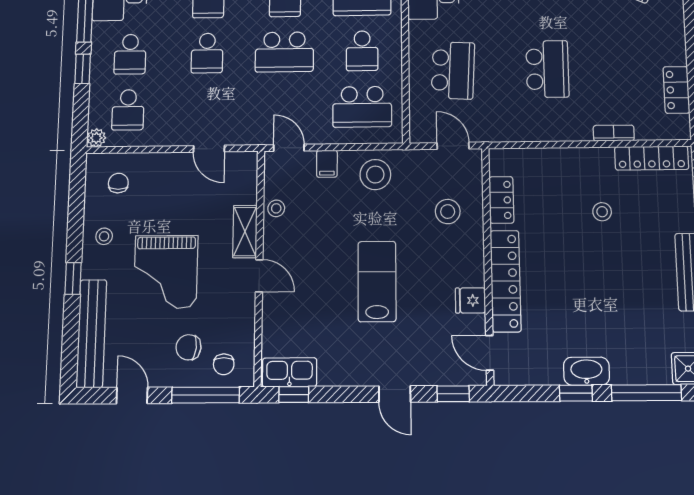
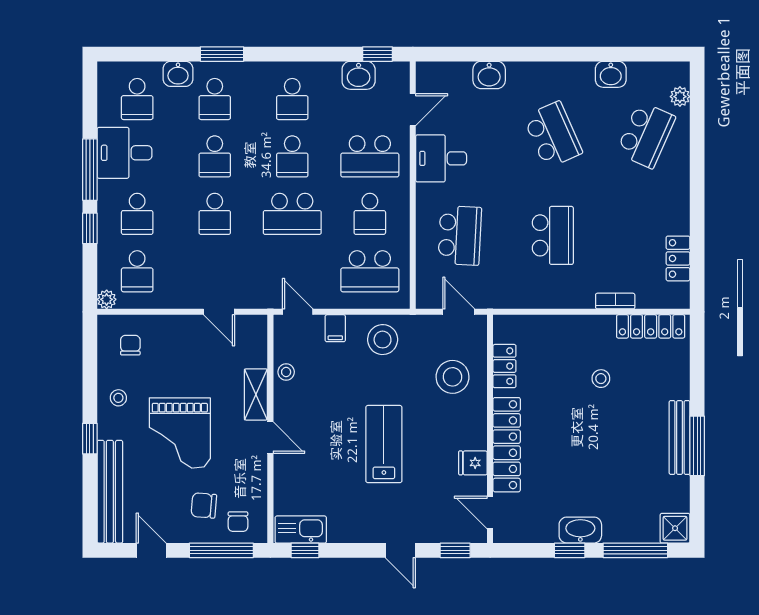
stool: (448, 212) -> (452, 377), width x1.38, depth x1.38

